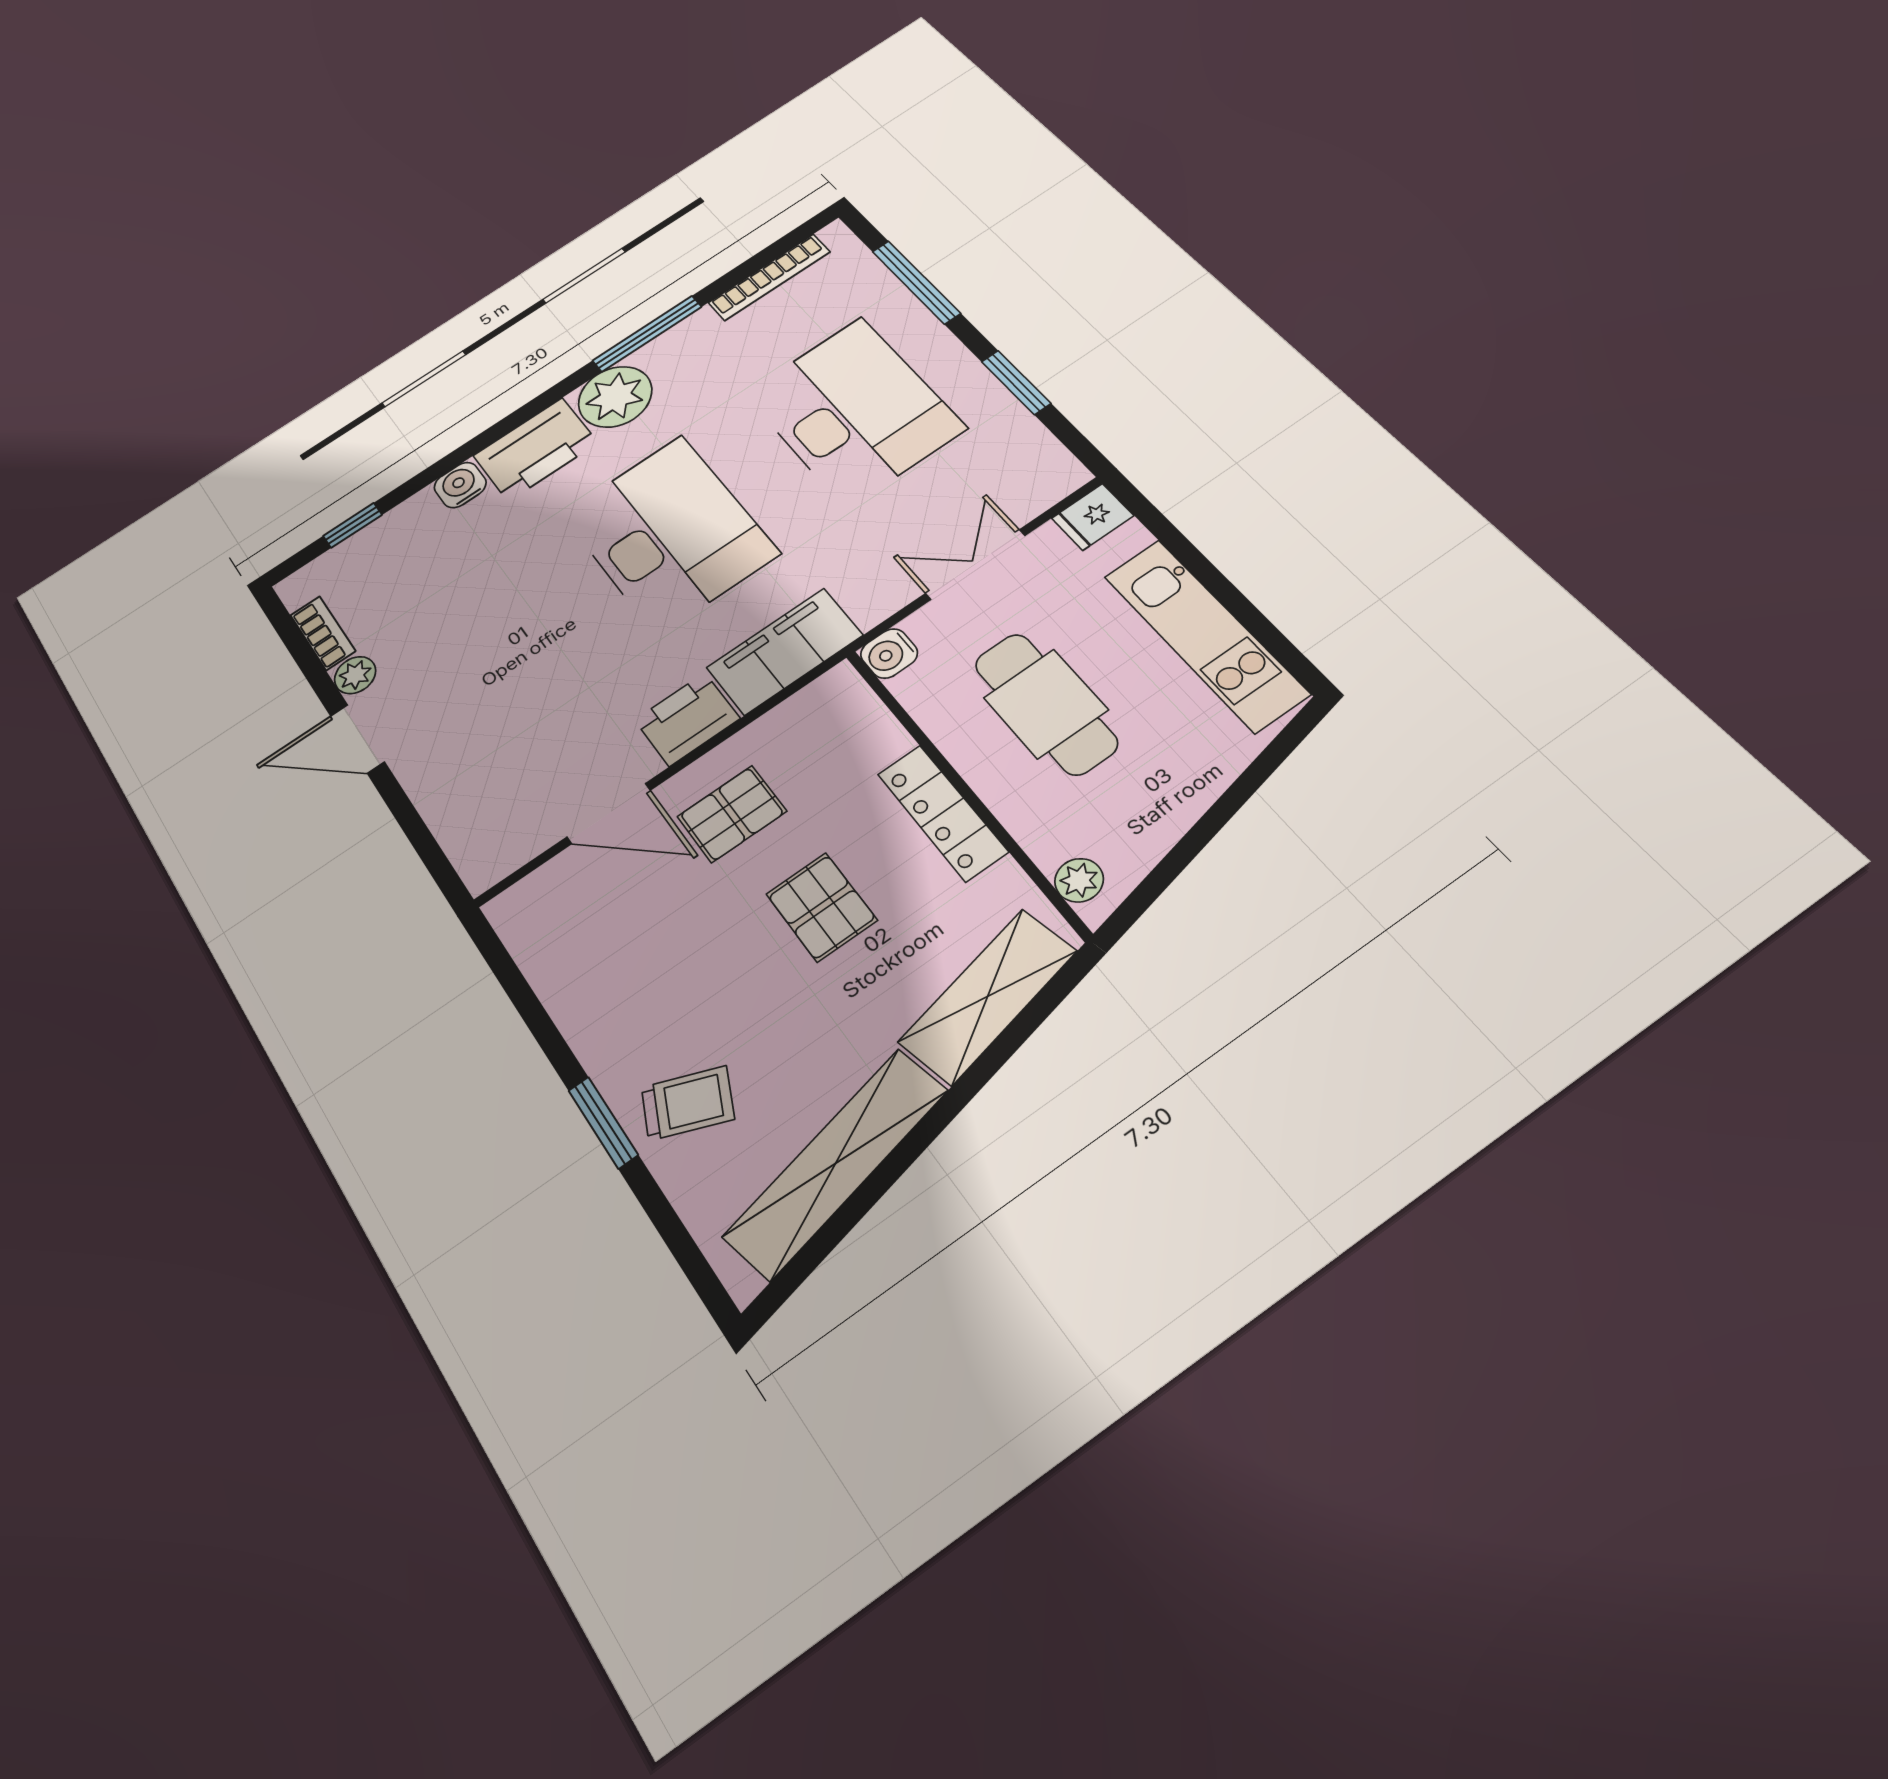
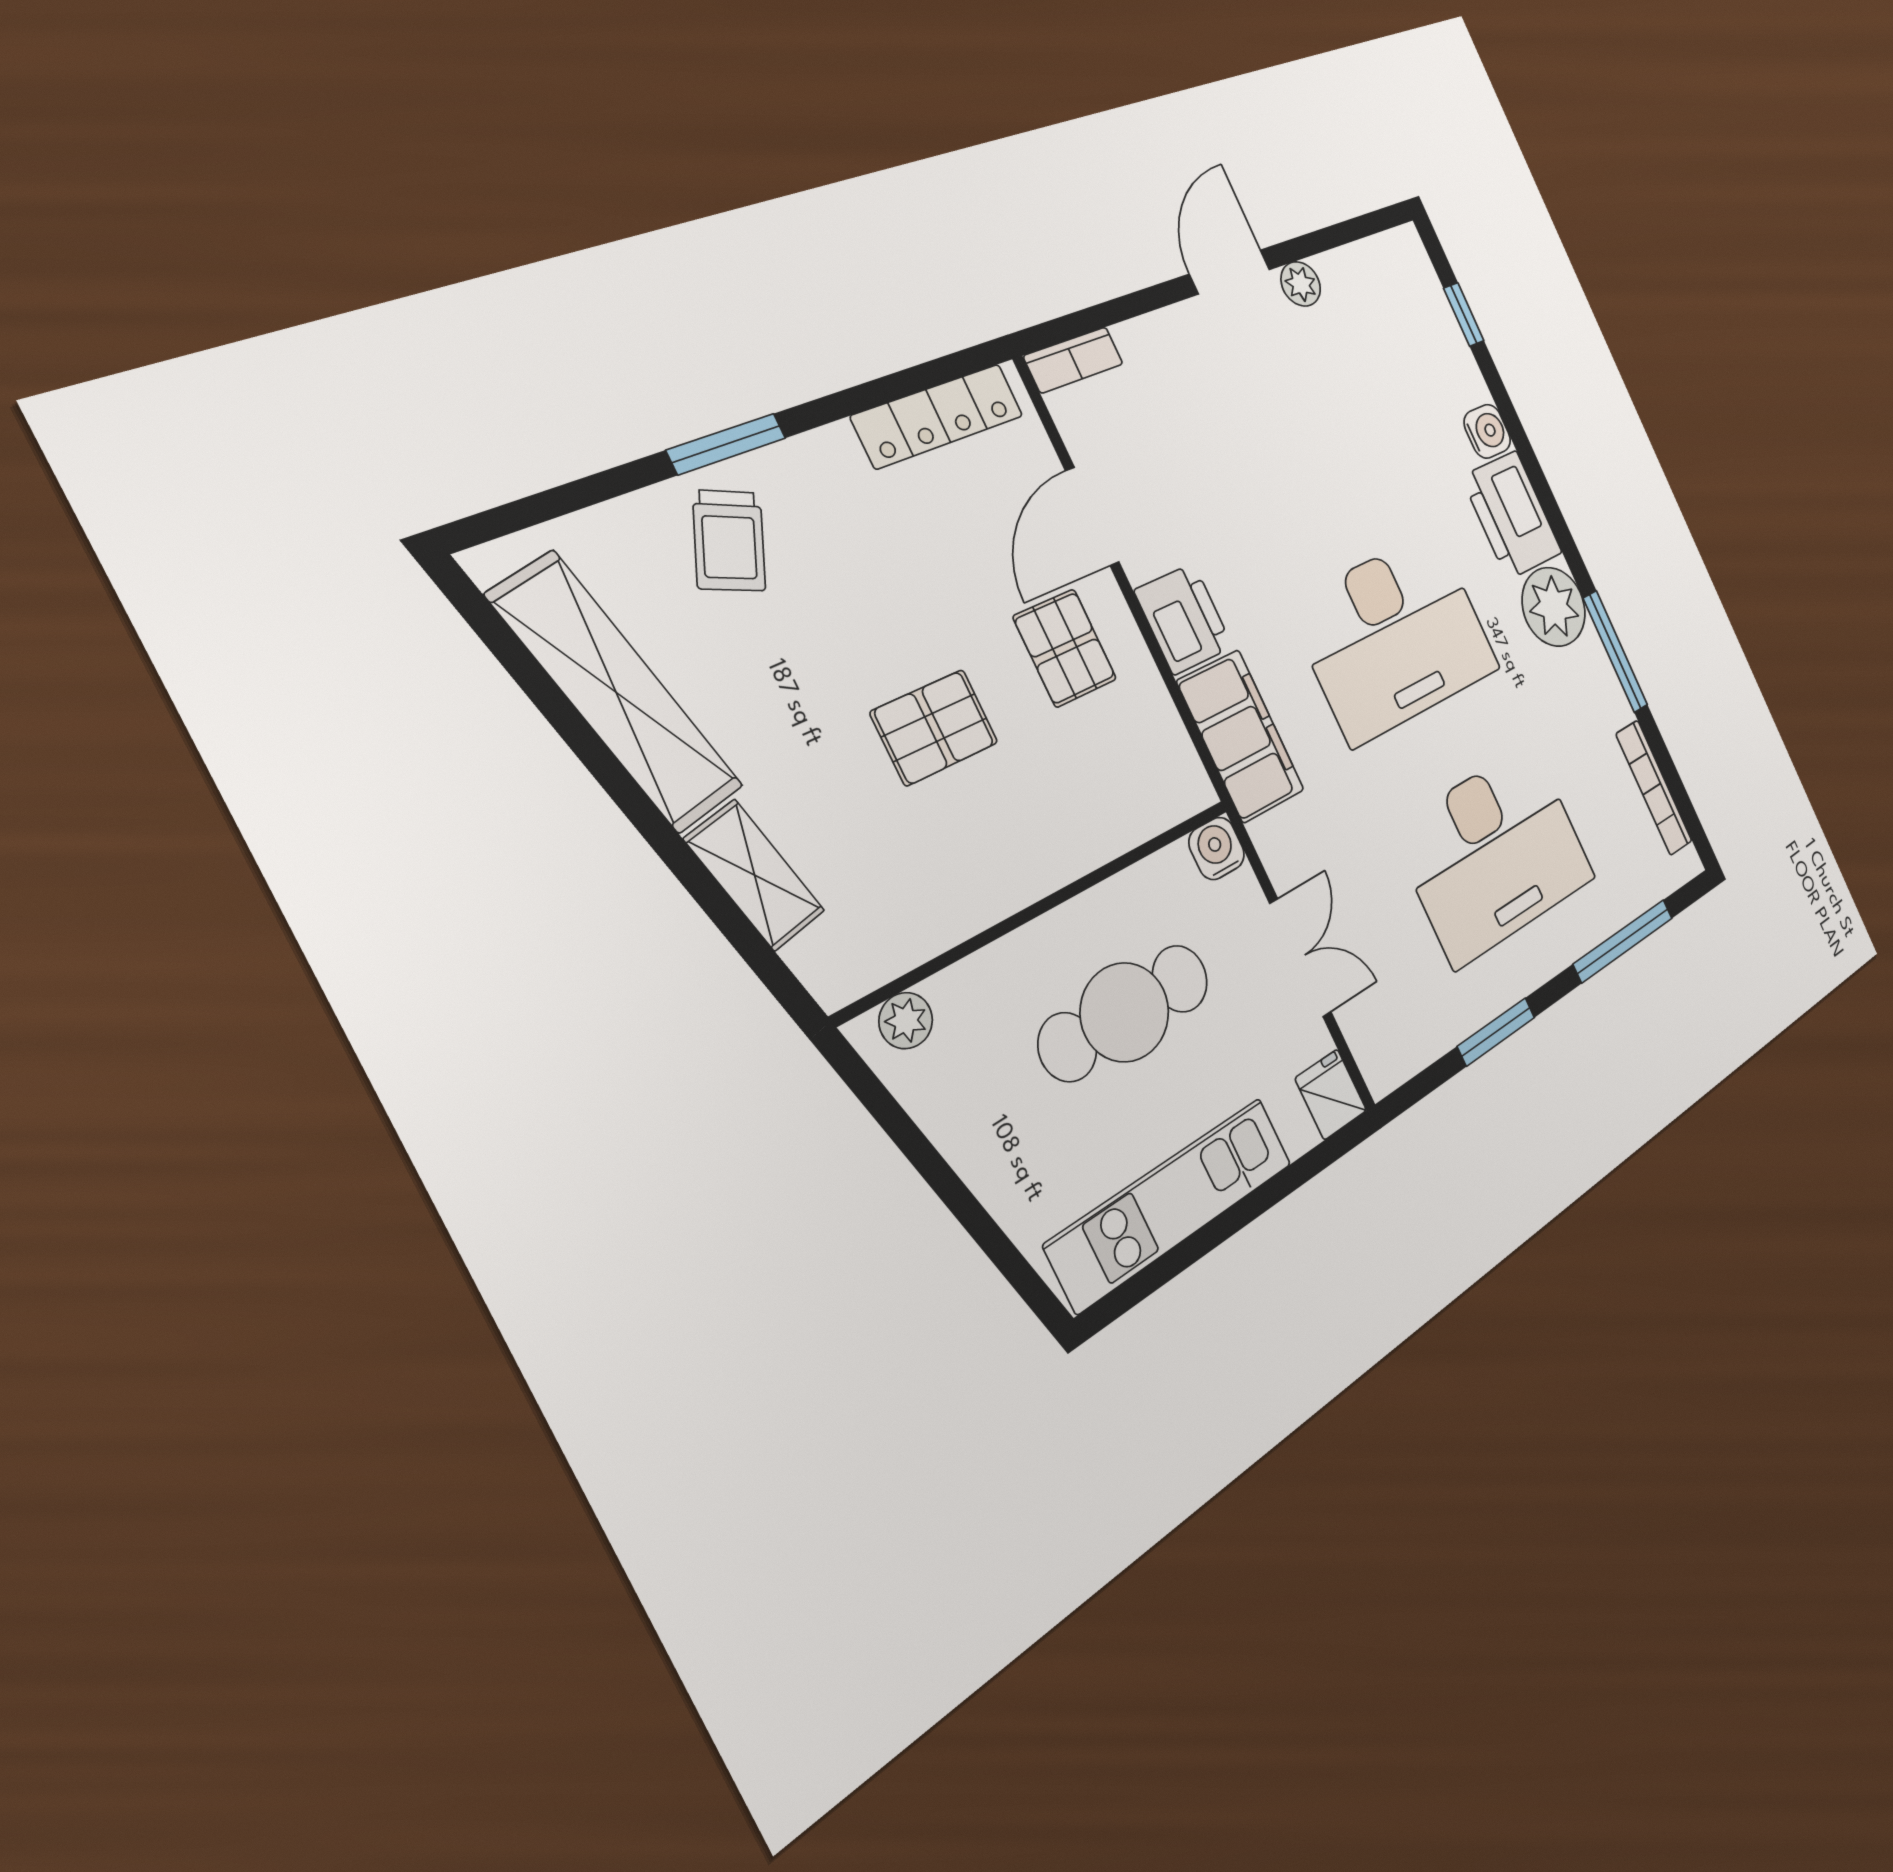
bookcase: (323, 633) -> (1074, 360), moved
locker: (942, 813) -> (938, 416), moved, turned 180
shelving: (988, 996) -> (755, 875), width x0.67, depth x0.75

